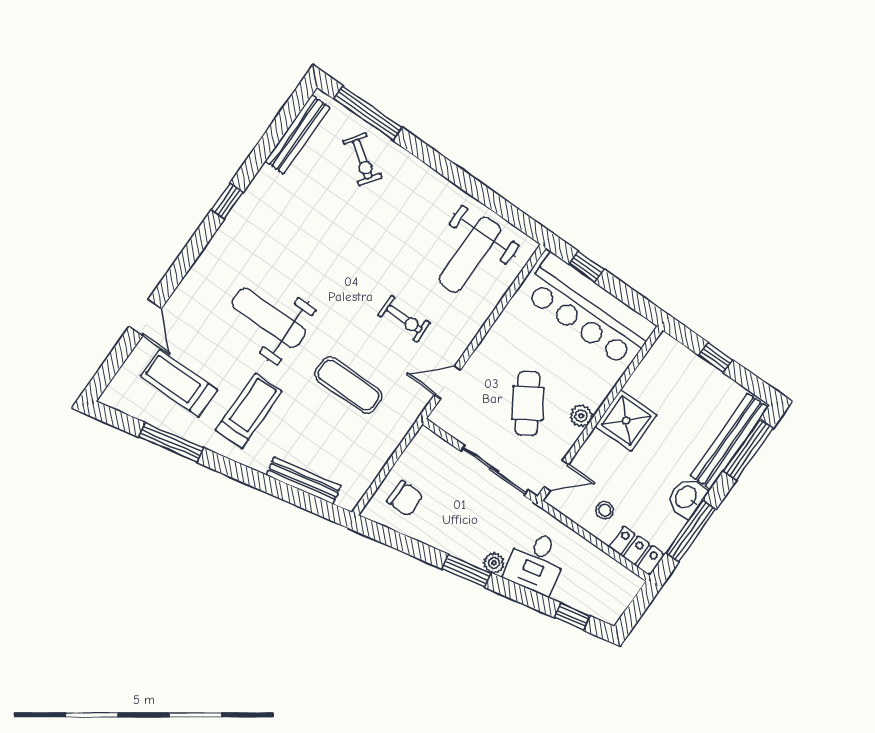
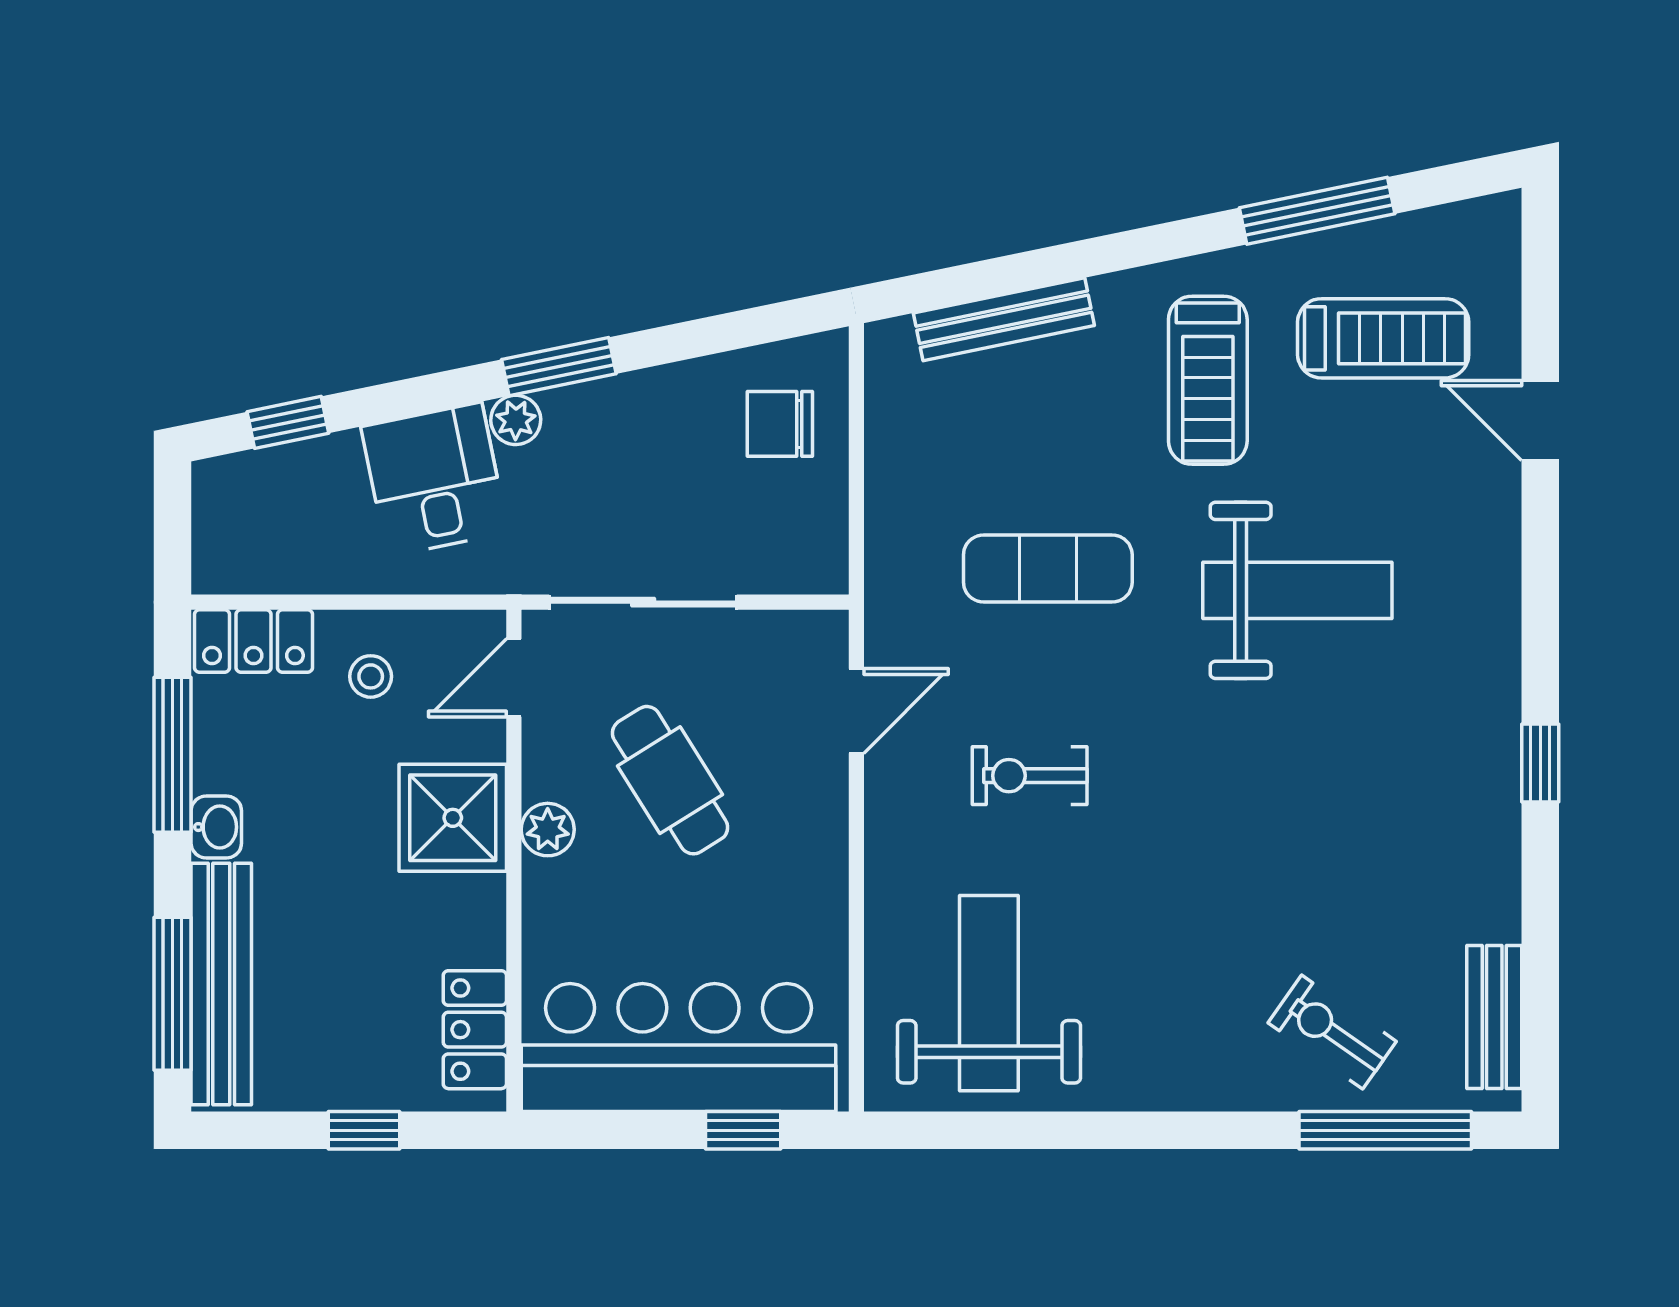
bench: (297, 134) -> (1494, 1017), width x0.73
locker: (654, 365) -> (475, 1030), added
shower: (626, 420) -> (453, 818), moved
washbasin: (687, 497) -> (216, 827), width x0.72, depth x0.69

